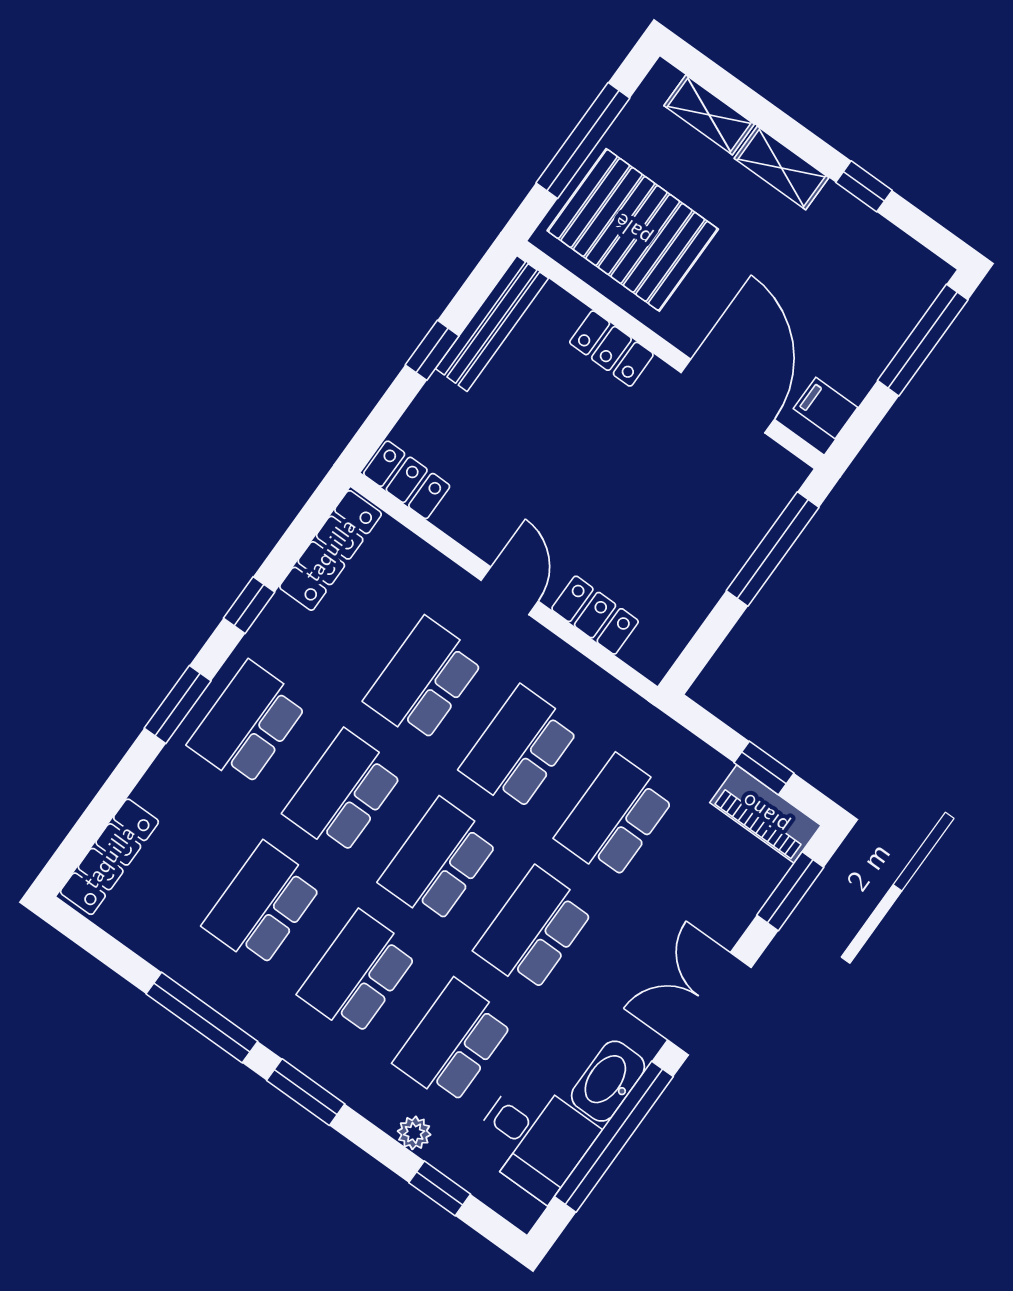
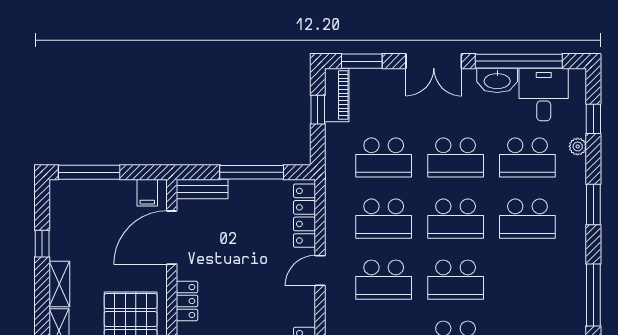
bench: (770, 498) -> (202, 189), added
window: (773, 549) -> (252, 172), moved
locker: (595, 615) -> (304, 216), width x1.53
school desk: (262, 905) -> (527, 280), removed
window: (202, 1018) -> (593, 295), moved

